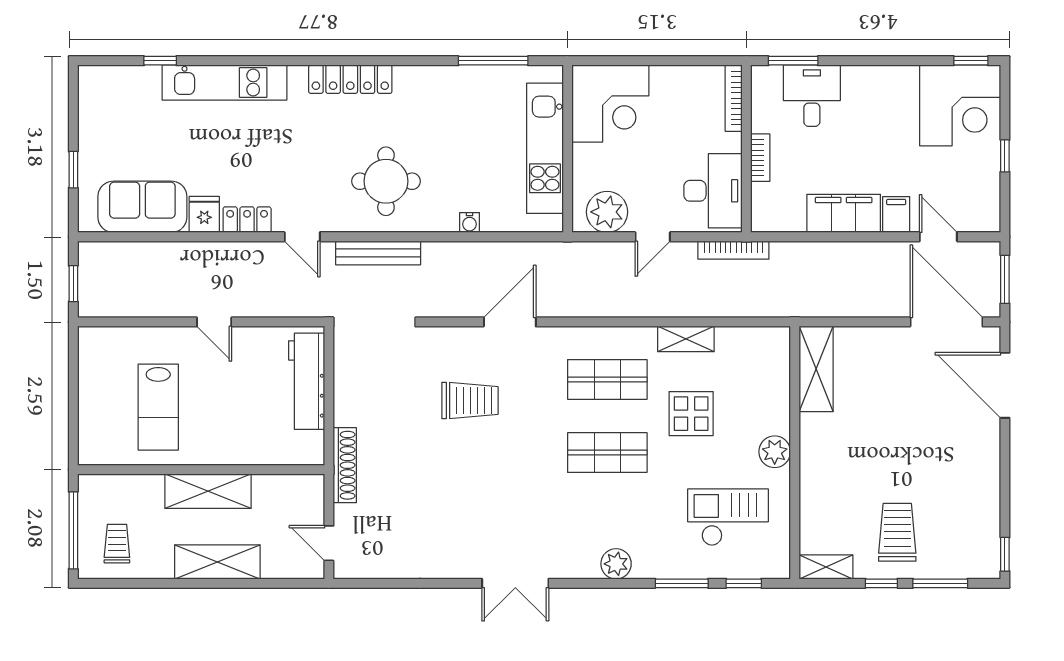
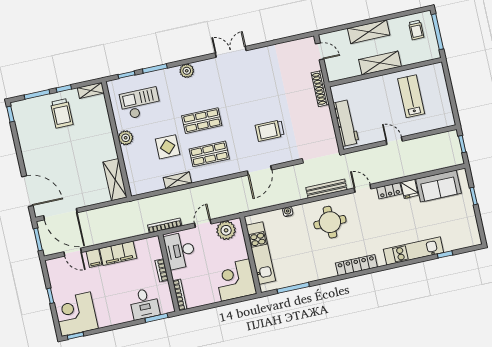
checkout: (728, 517) -> (140, 103), turned 180

